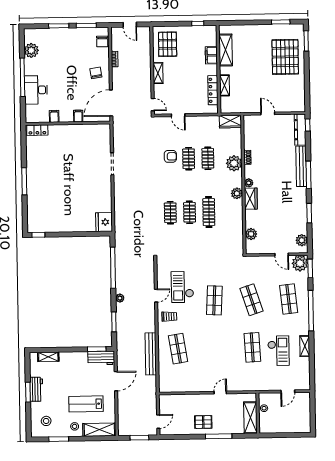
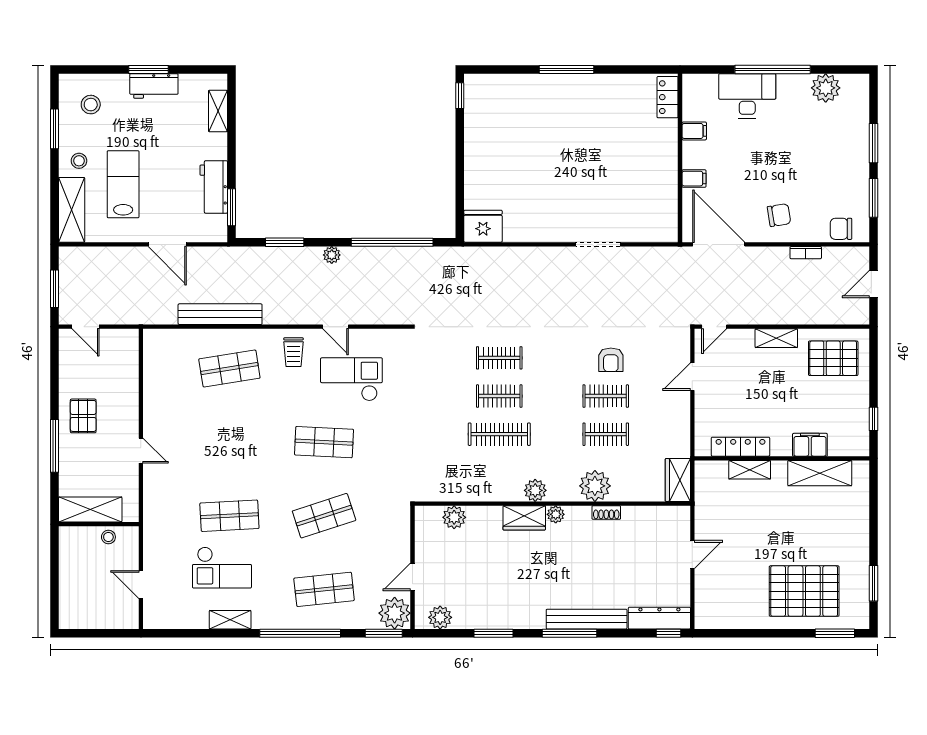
workbench: (101, 358) -> (214, 187), moved

